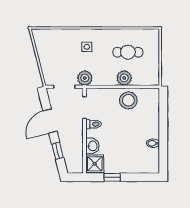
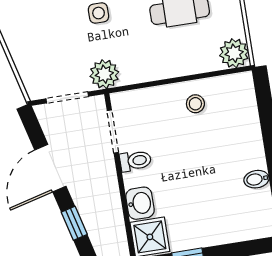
plant: (124, 78) -> (234, 53), moved
stool: (128, 100) -> (195, 104), width x0.53, depth x0.53

